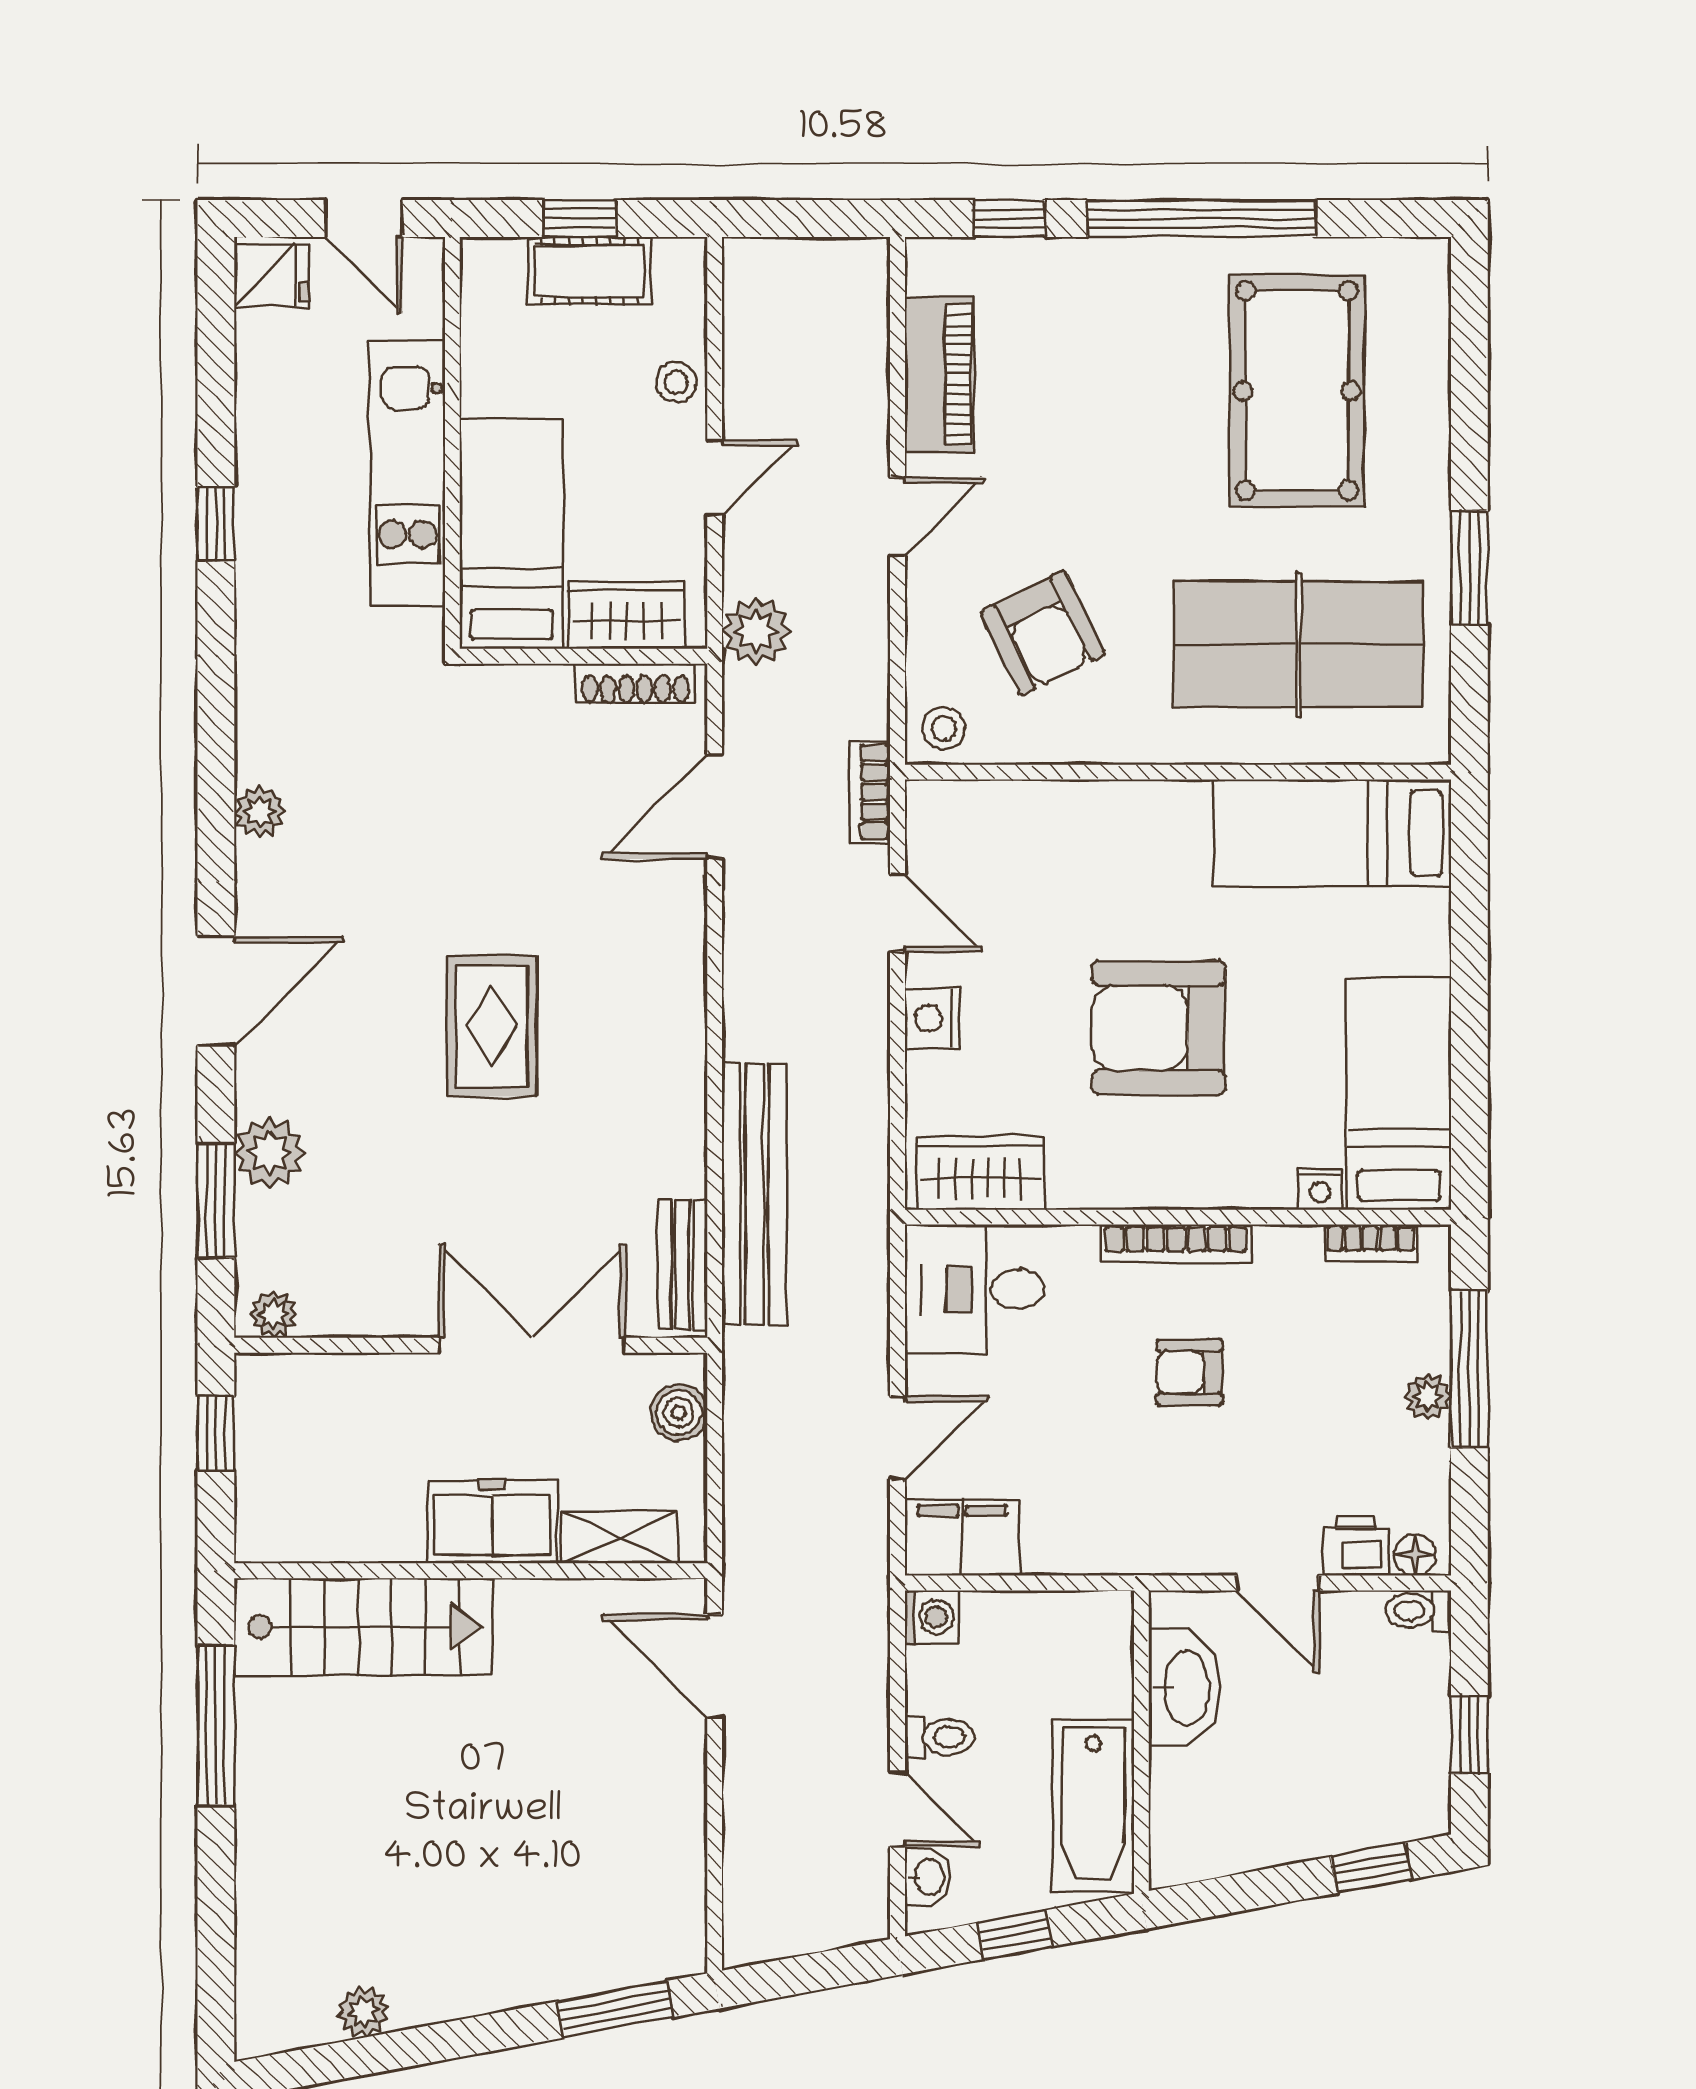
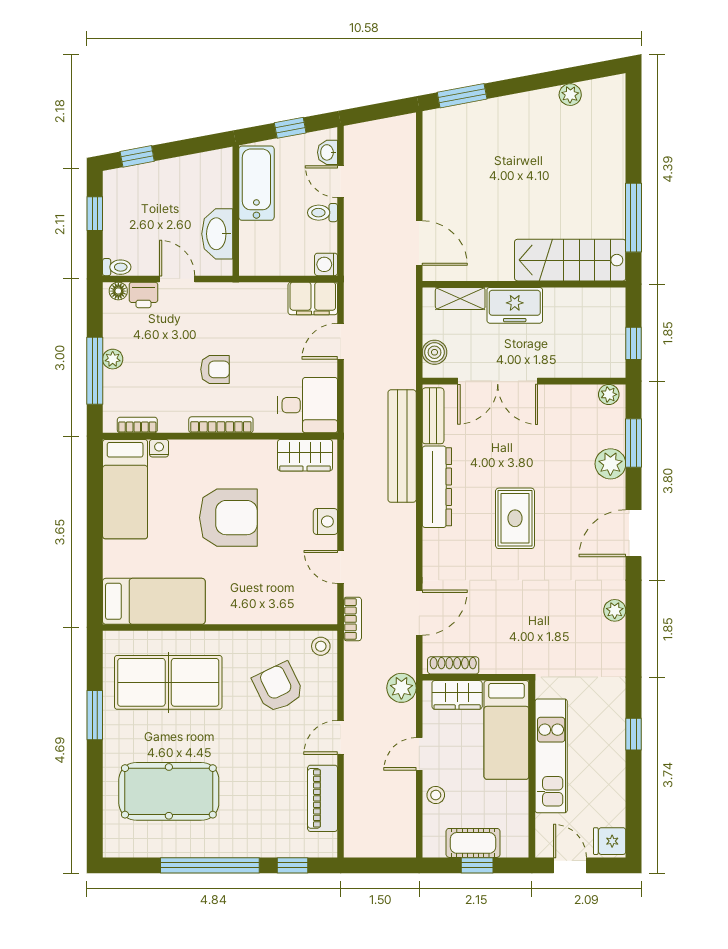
pool table: (1297, 391) -> (169, 791), turned 90
dresser: (673, 1099) -> (437, 487), added

